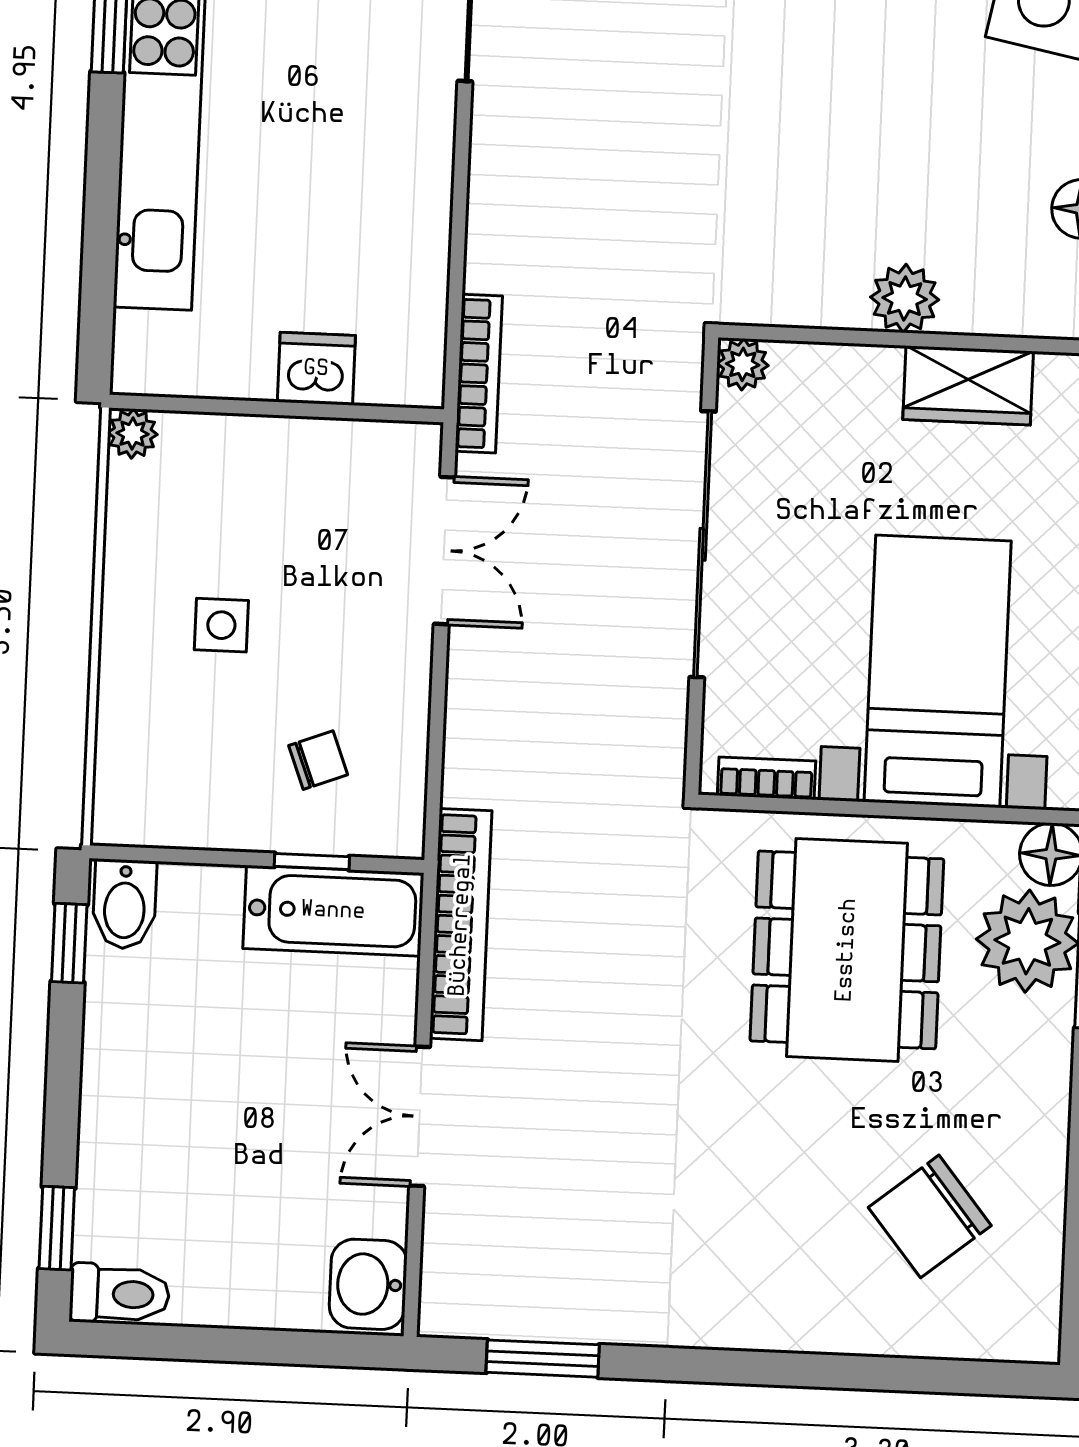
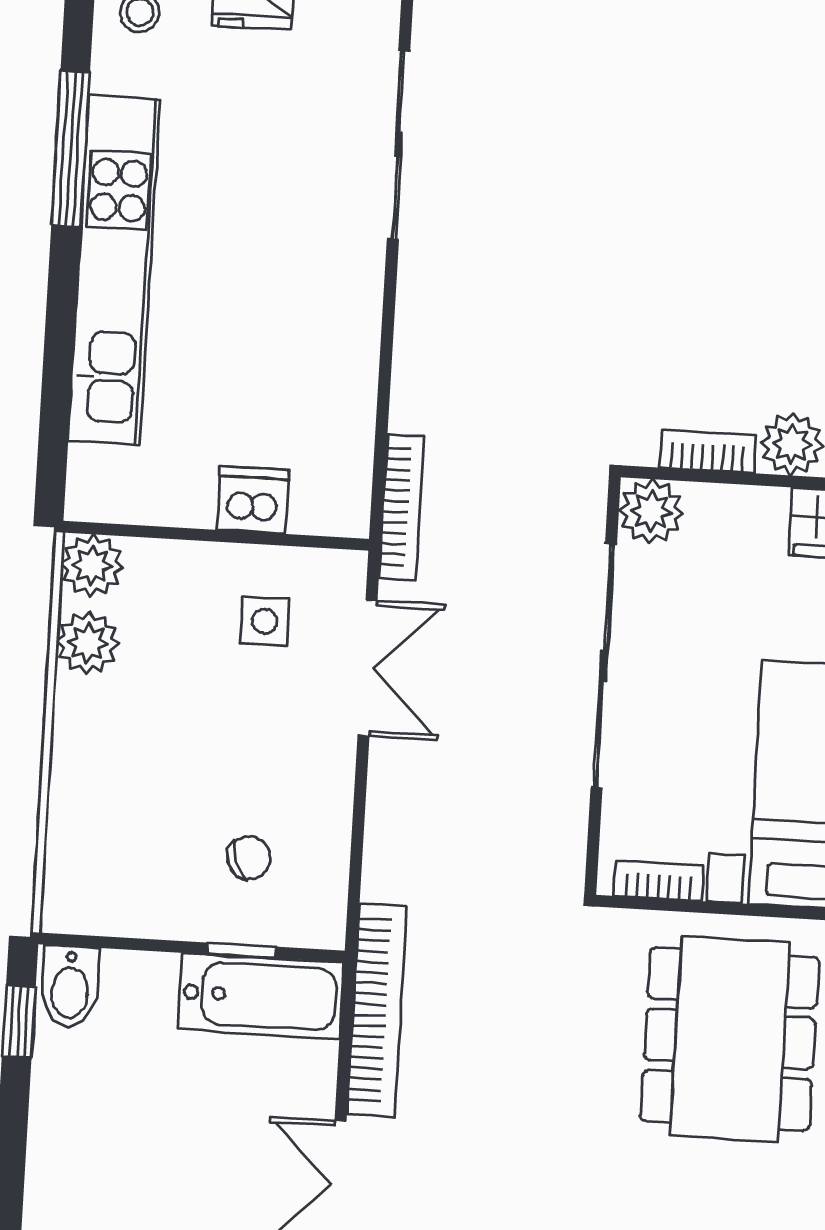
bookcase: (813, 308) -> (708, 452), added
plant: (743, 364) -> (651, 511), width x1.38, depth x1.38
plant: (132, 434) -> (92, 566), width x1.38, depth x1.38
plant: (138, 528) -> (88, 643), added
side table: (221, 625) -> (265, 621), moved

